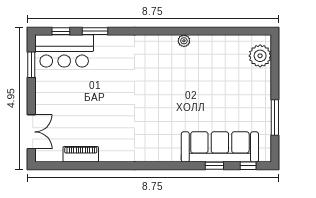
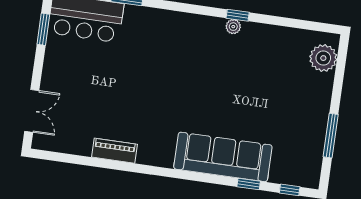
window: (186, 31) -> (238, 15), added
sofa: (220, 147) -> (223, 157), moved
piano: (81, 154) -> (114, 151), moved

